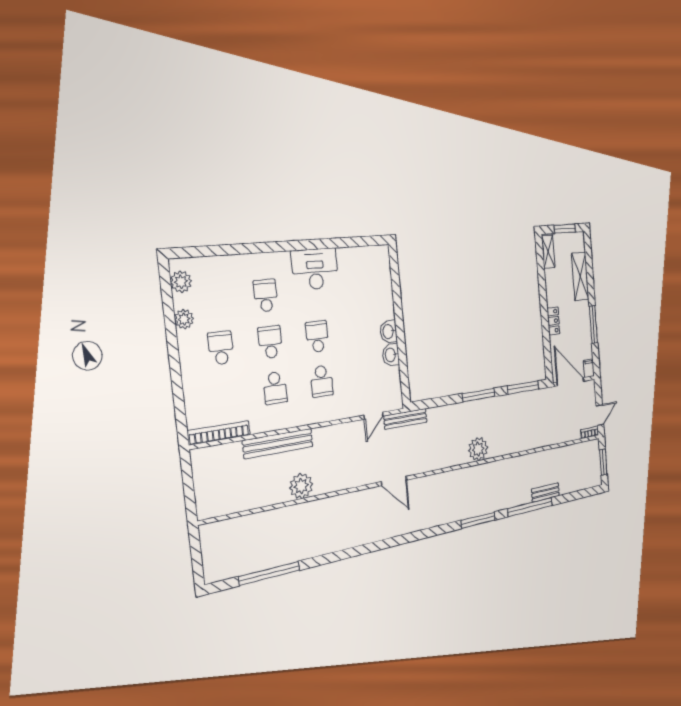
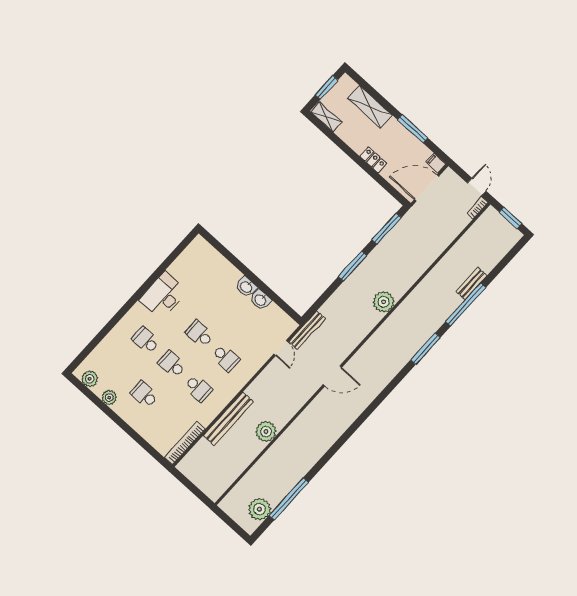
plant: (235, 563) -> (260, 509), added

